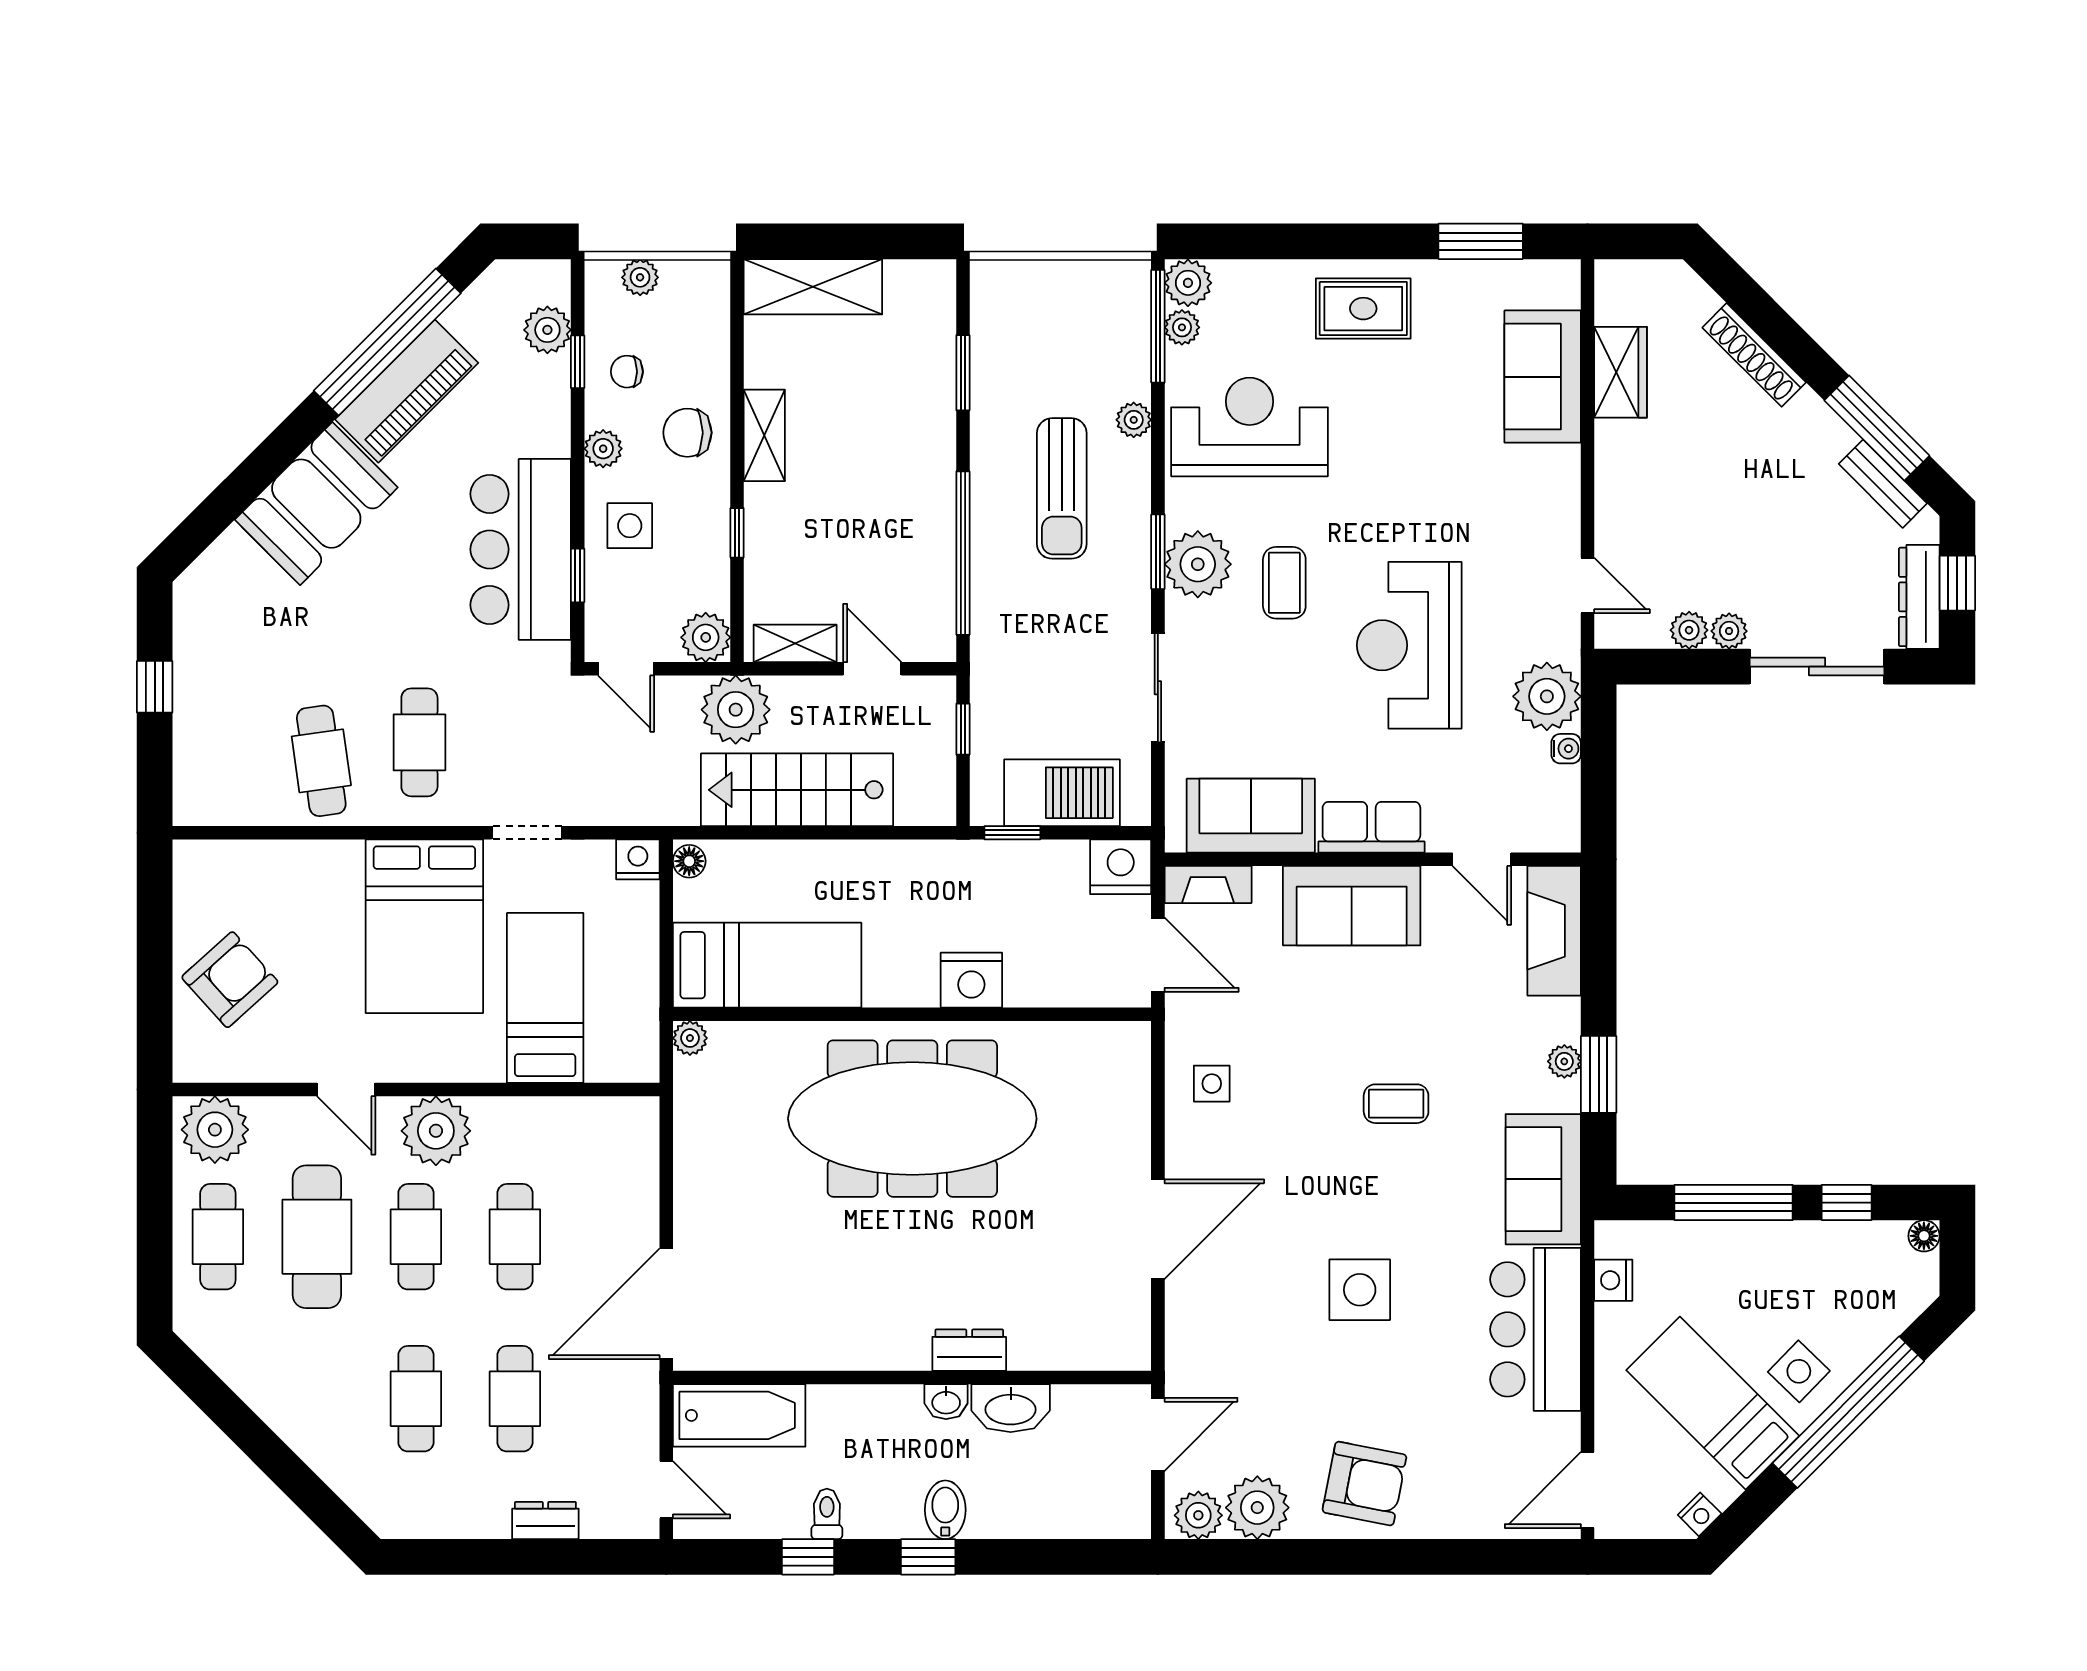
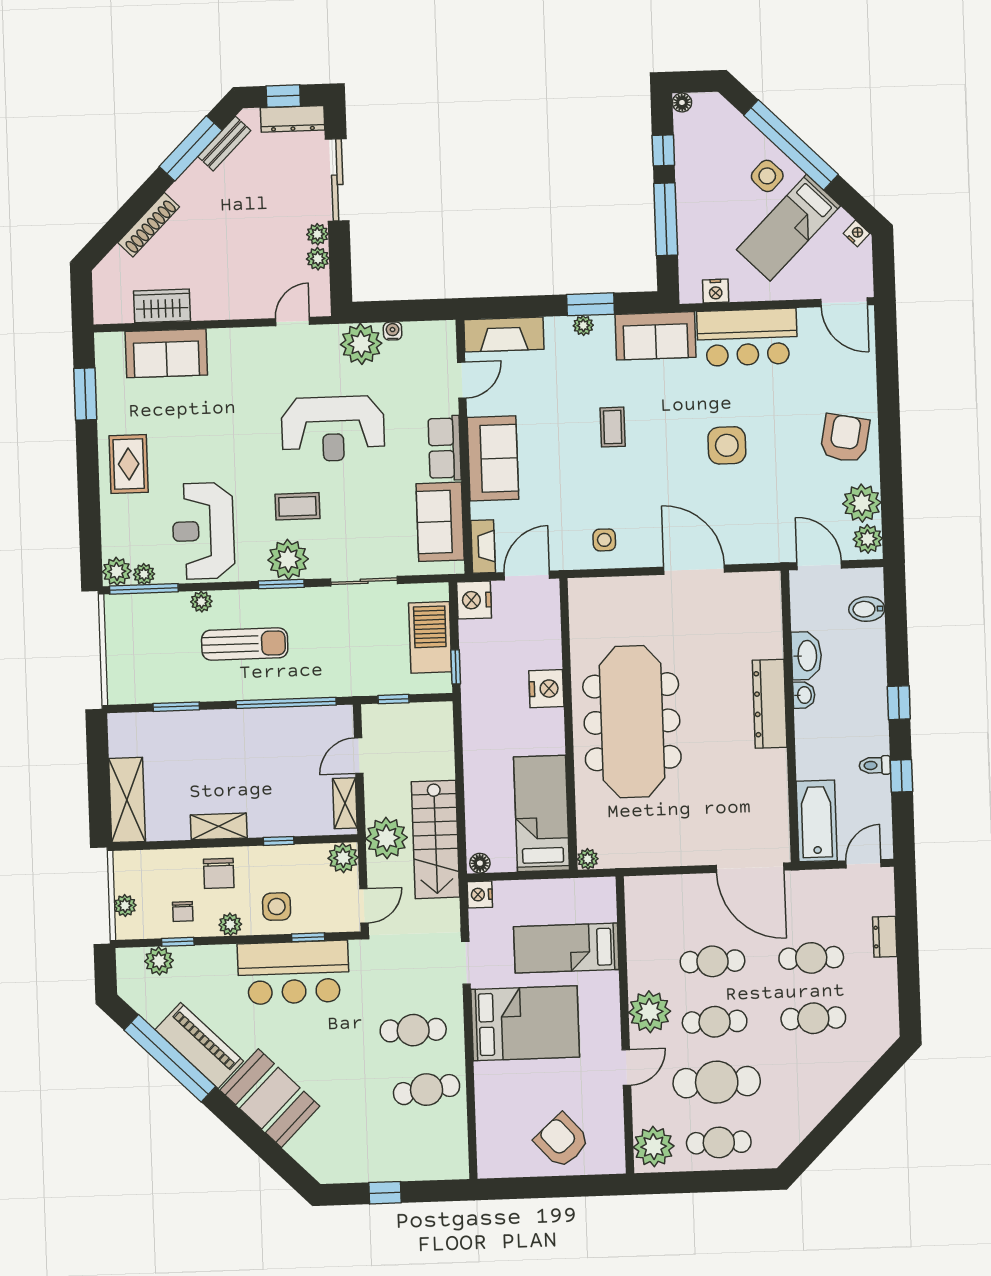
stairs: (797, 790) -> (435, 839), moved
dresser: (969, 1350) -> (770, 704), width x1.96, depth x1.24
bidet: (945, 1510) -> (867, 609), moved

